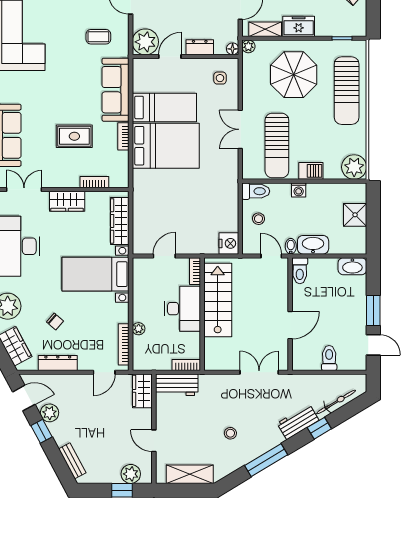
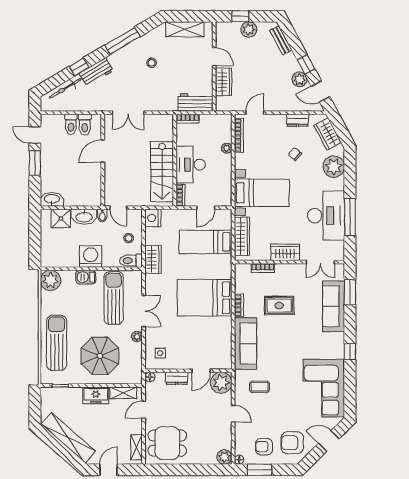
plant: (248, 46) -> (137, 337), moved
bed: (164, 107) -> (206, 242), moved
washing machine: (299, 190) -> (91, 257), width x1.89, depth x1.89
wardrobe: (229, 193) -> (153, 259), added
shower: (355, 215) -> (61, 218), moved
toilet: (300, 271) -> (85, 125), moved, turned 180
dresser: (58, 363) -> (298, 120), width x0.70
wardrobe: (142, 391) -> (224, 82), moved
plant: (131, 474) -> (249, 29), moved

